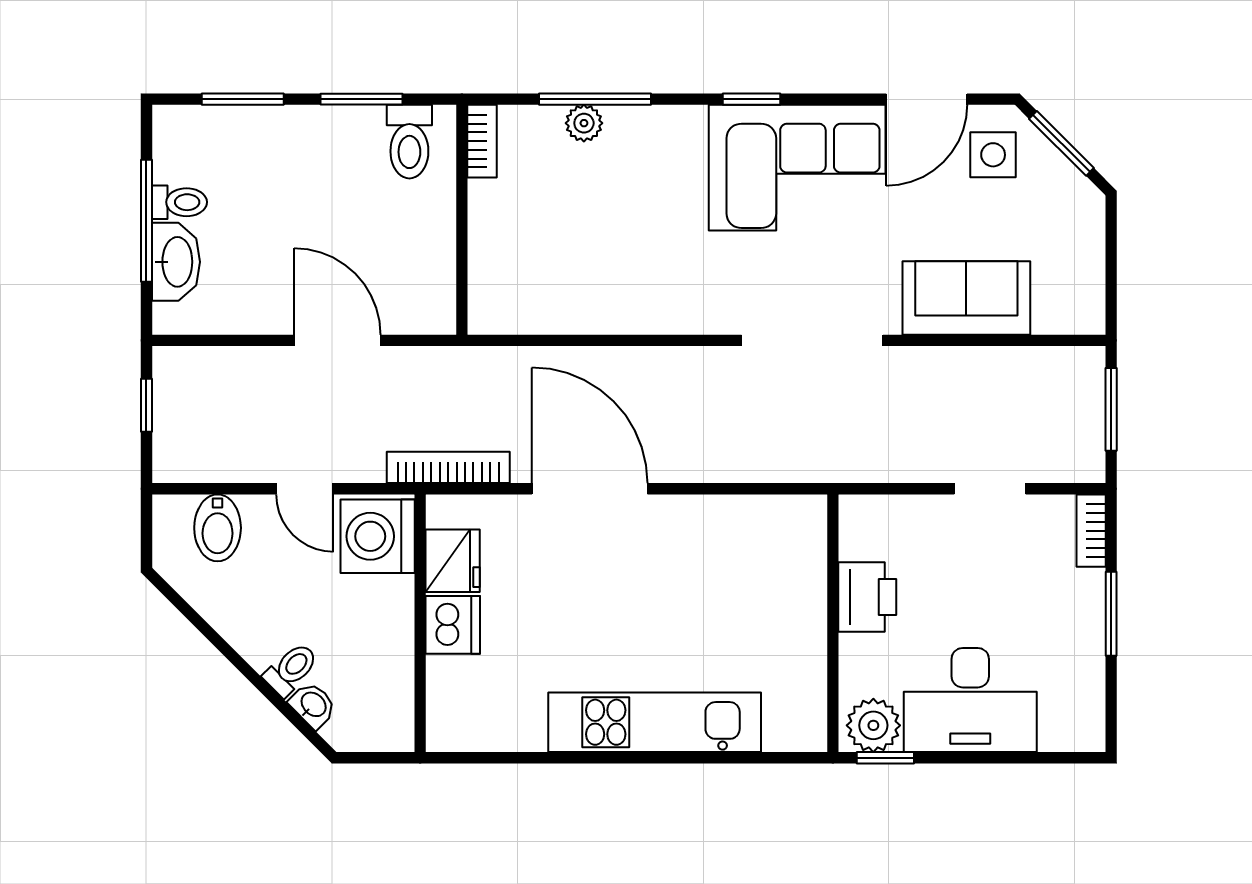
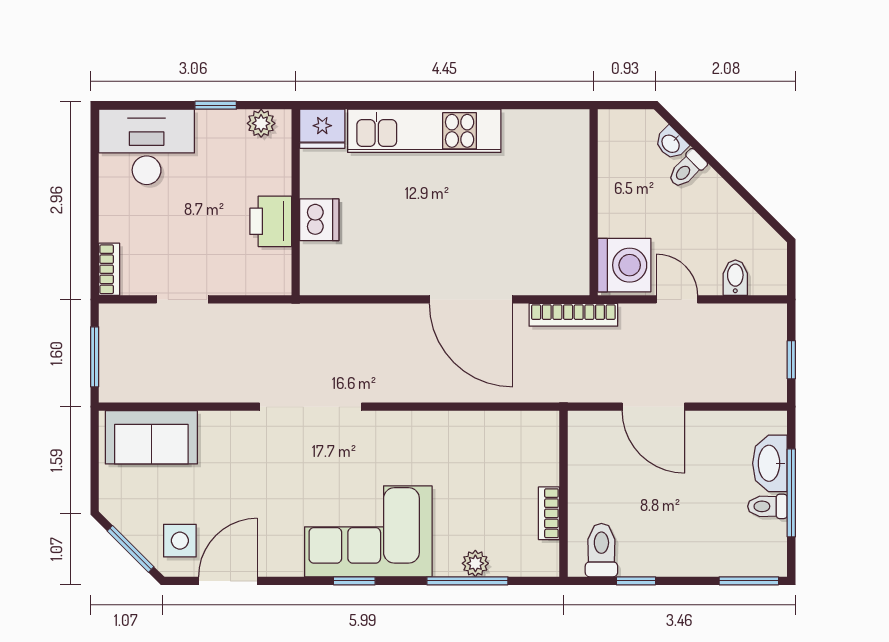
window: (243, 99) -> (749, 581), moved
window: (362, 99) -> (636, 581), width x0.67
bookcase: (482, 141) -> (549, 513), moved
corner sofa: (797, 168) -> (368, 531), moved
sofa: (966, 298) -> (151, 437), moved
bidet: (218, 528) -> (735, 278), width x0.72, depth x0.74
fridge: (453, 561) -> (322, 129), moved, turned -90
window: (1111, 614) -> (95, 209), removed
dishwasher: (453, 625) -> (319, 220), moved, turned 180
desk: (970, 700) -> (147, 147), moved
plant: (873, 725) -> (261, 123), width x0.73, depth x0.73
window: (885, 758) -> (216, 105), moved

